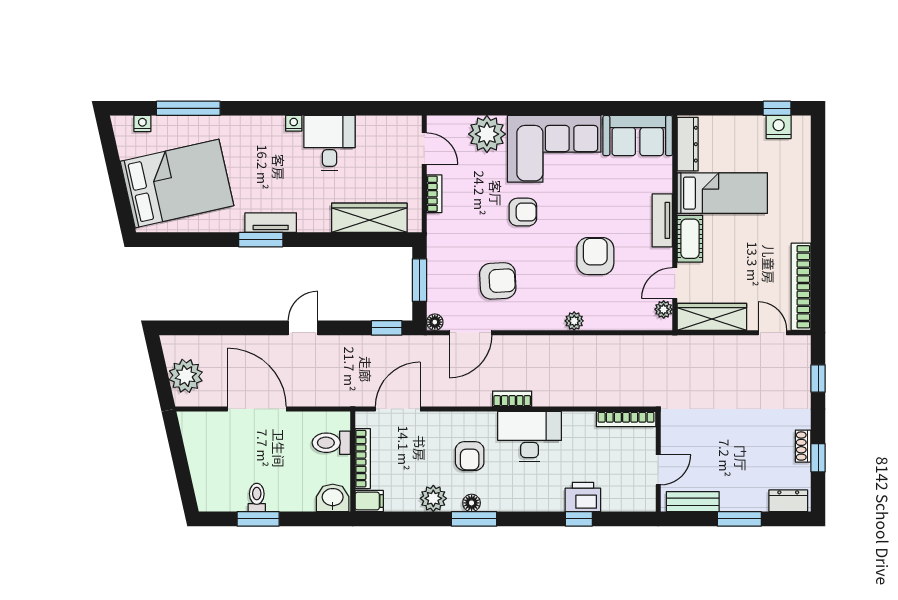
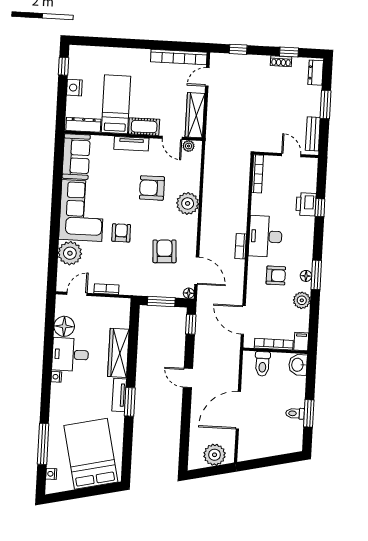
nightstand: (779, 127) -> (74, 88), moved
floor lamp: (373, 131) -> (64, 326), added
wardrobe: (369, 218) -> (118, 353), moved
plant: (574, 321) -> (188, 203), width x1.88, depth x1.88

